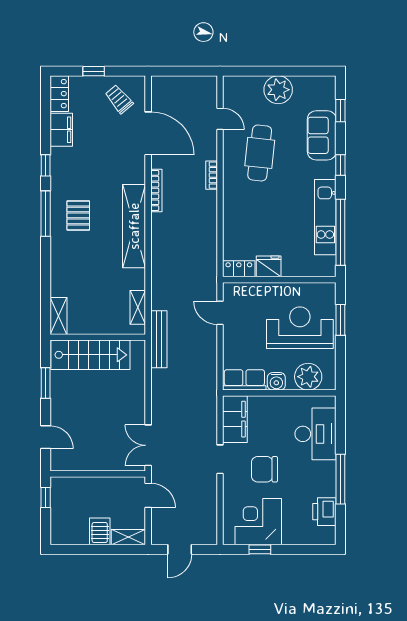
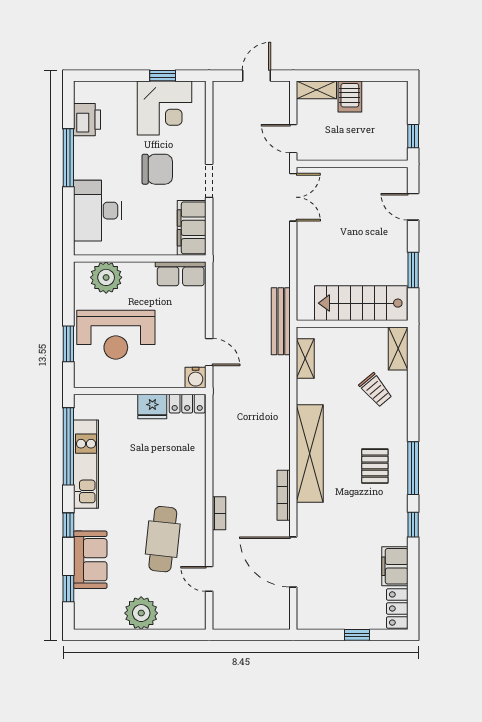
trolley: (119, 99) -> (376, 390), moved
water cooler: (276, 381) -> (196, 377), moved, turned 180

